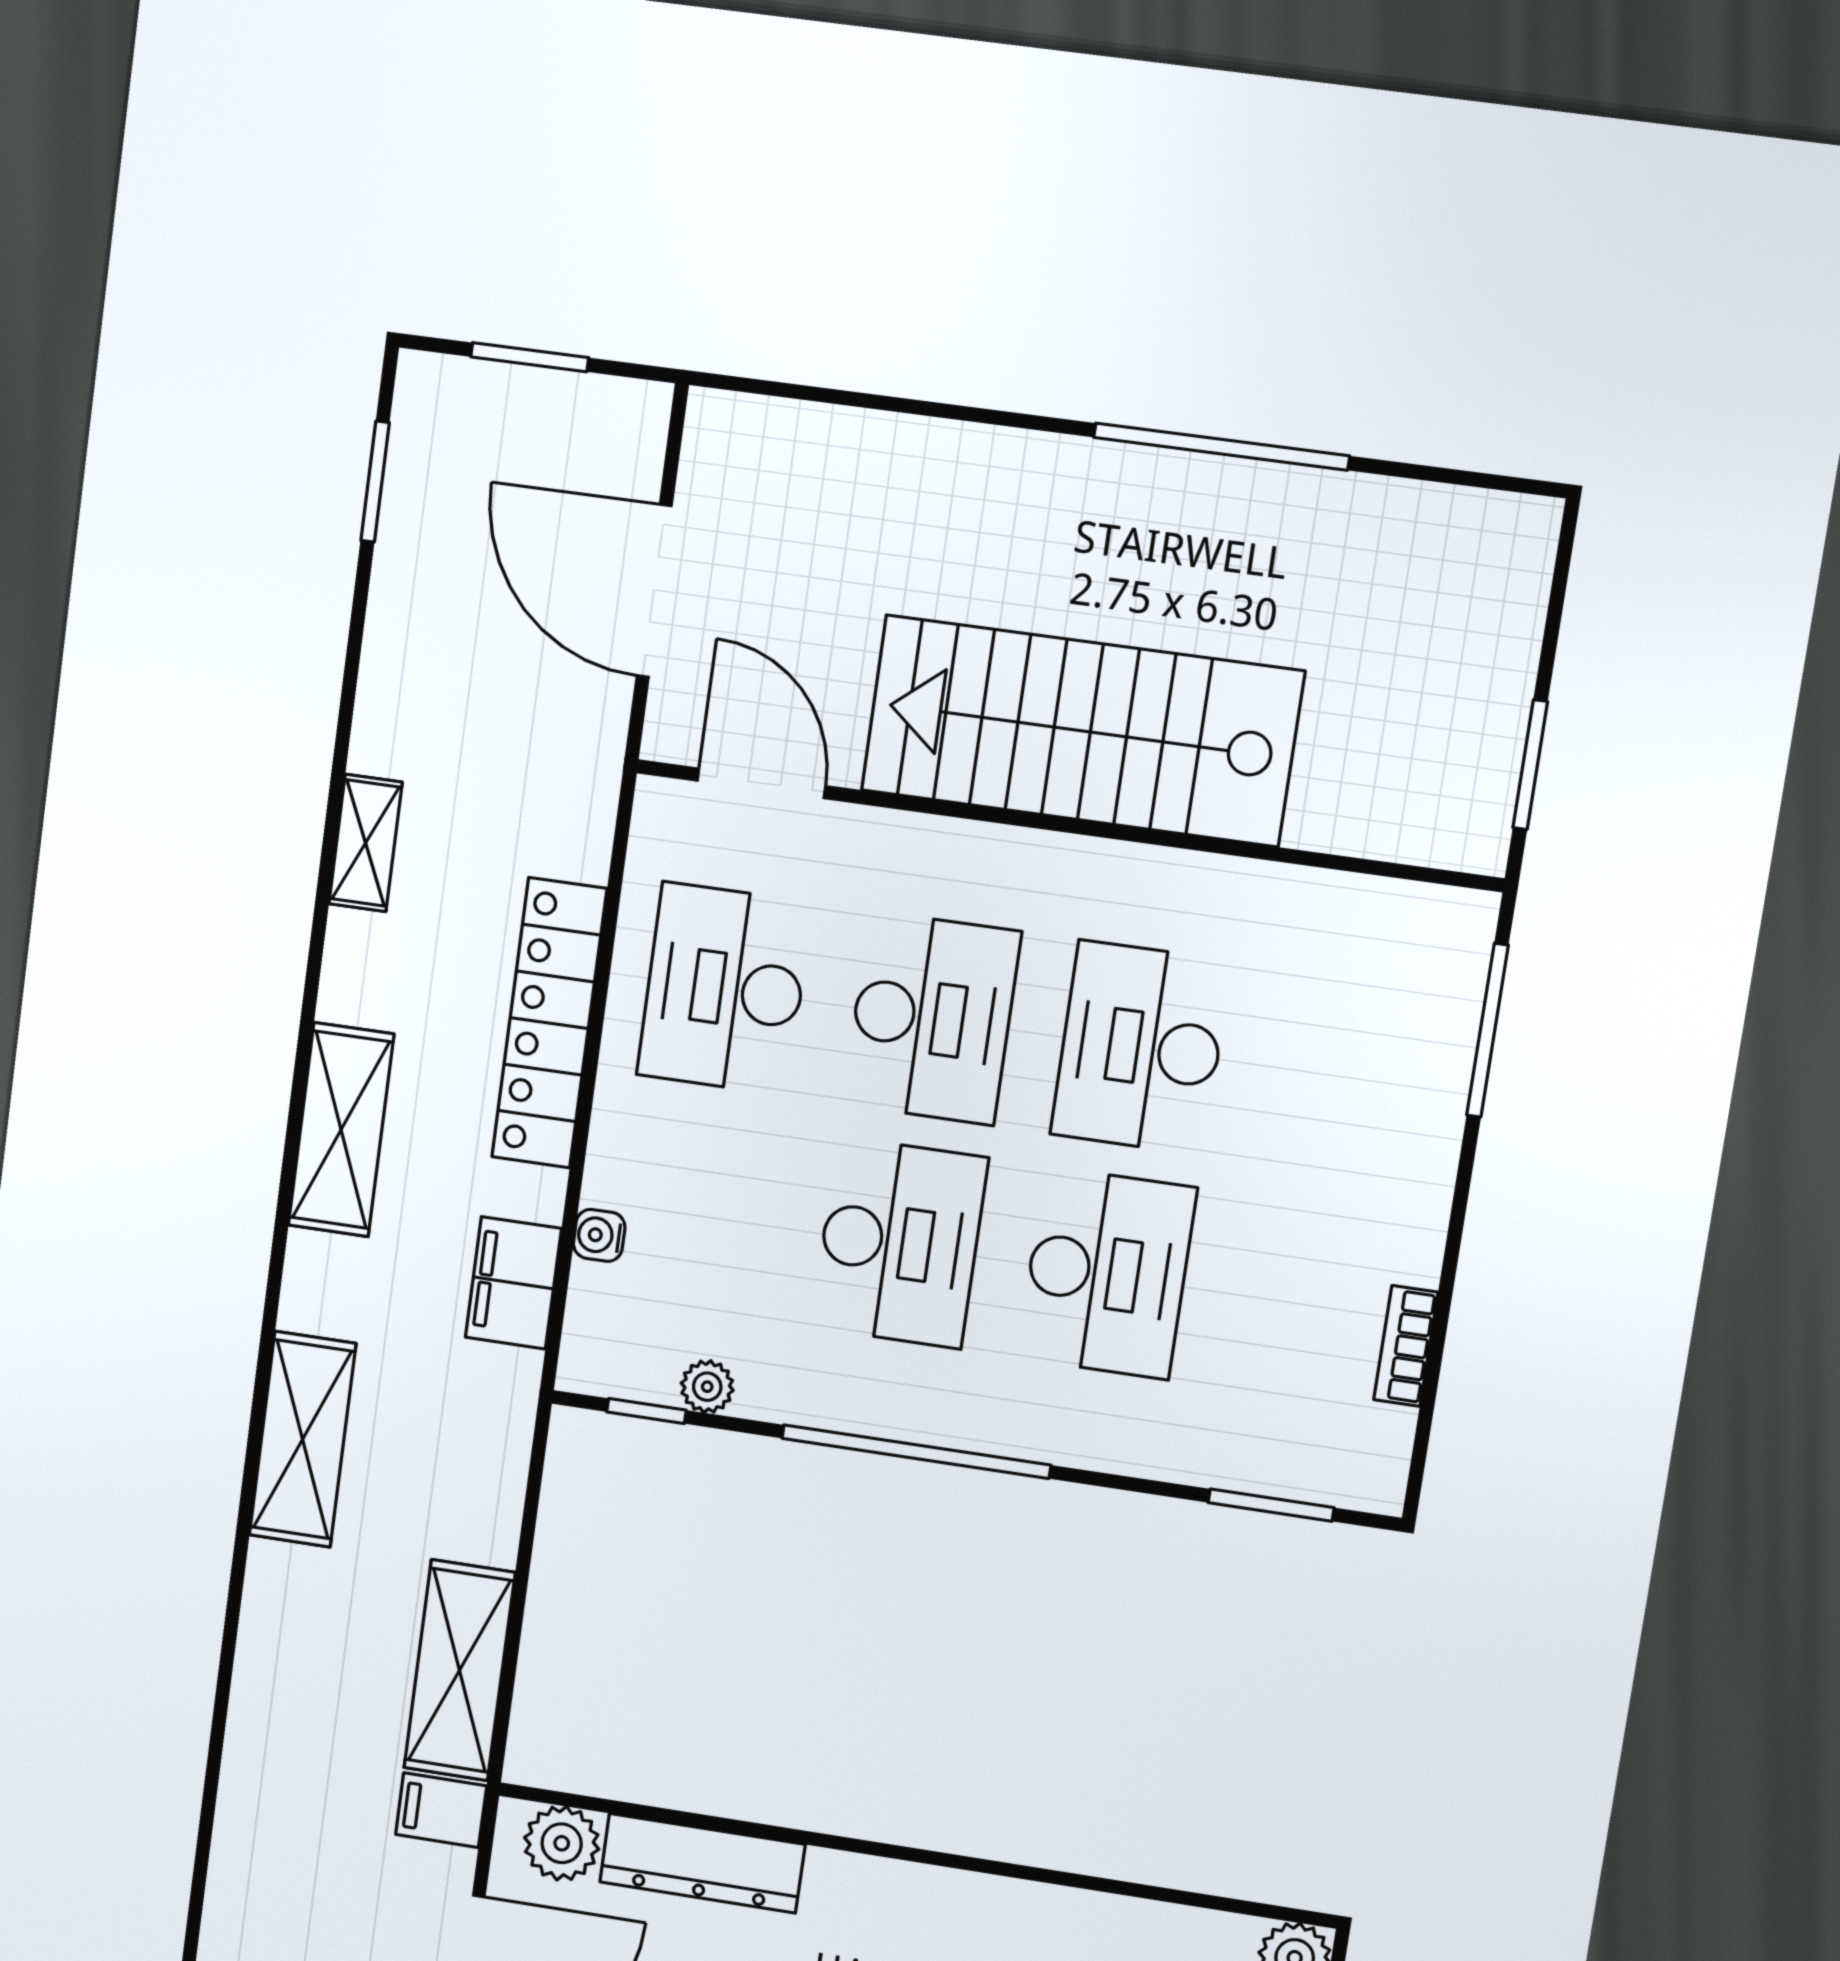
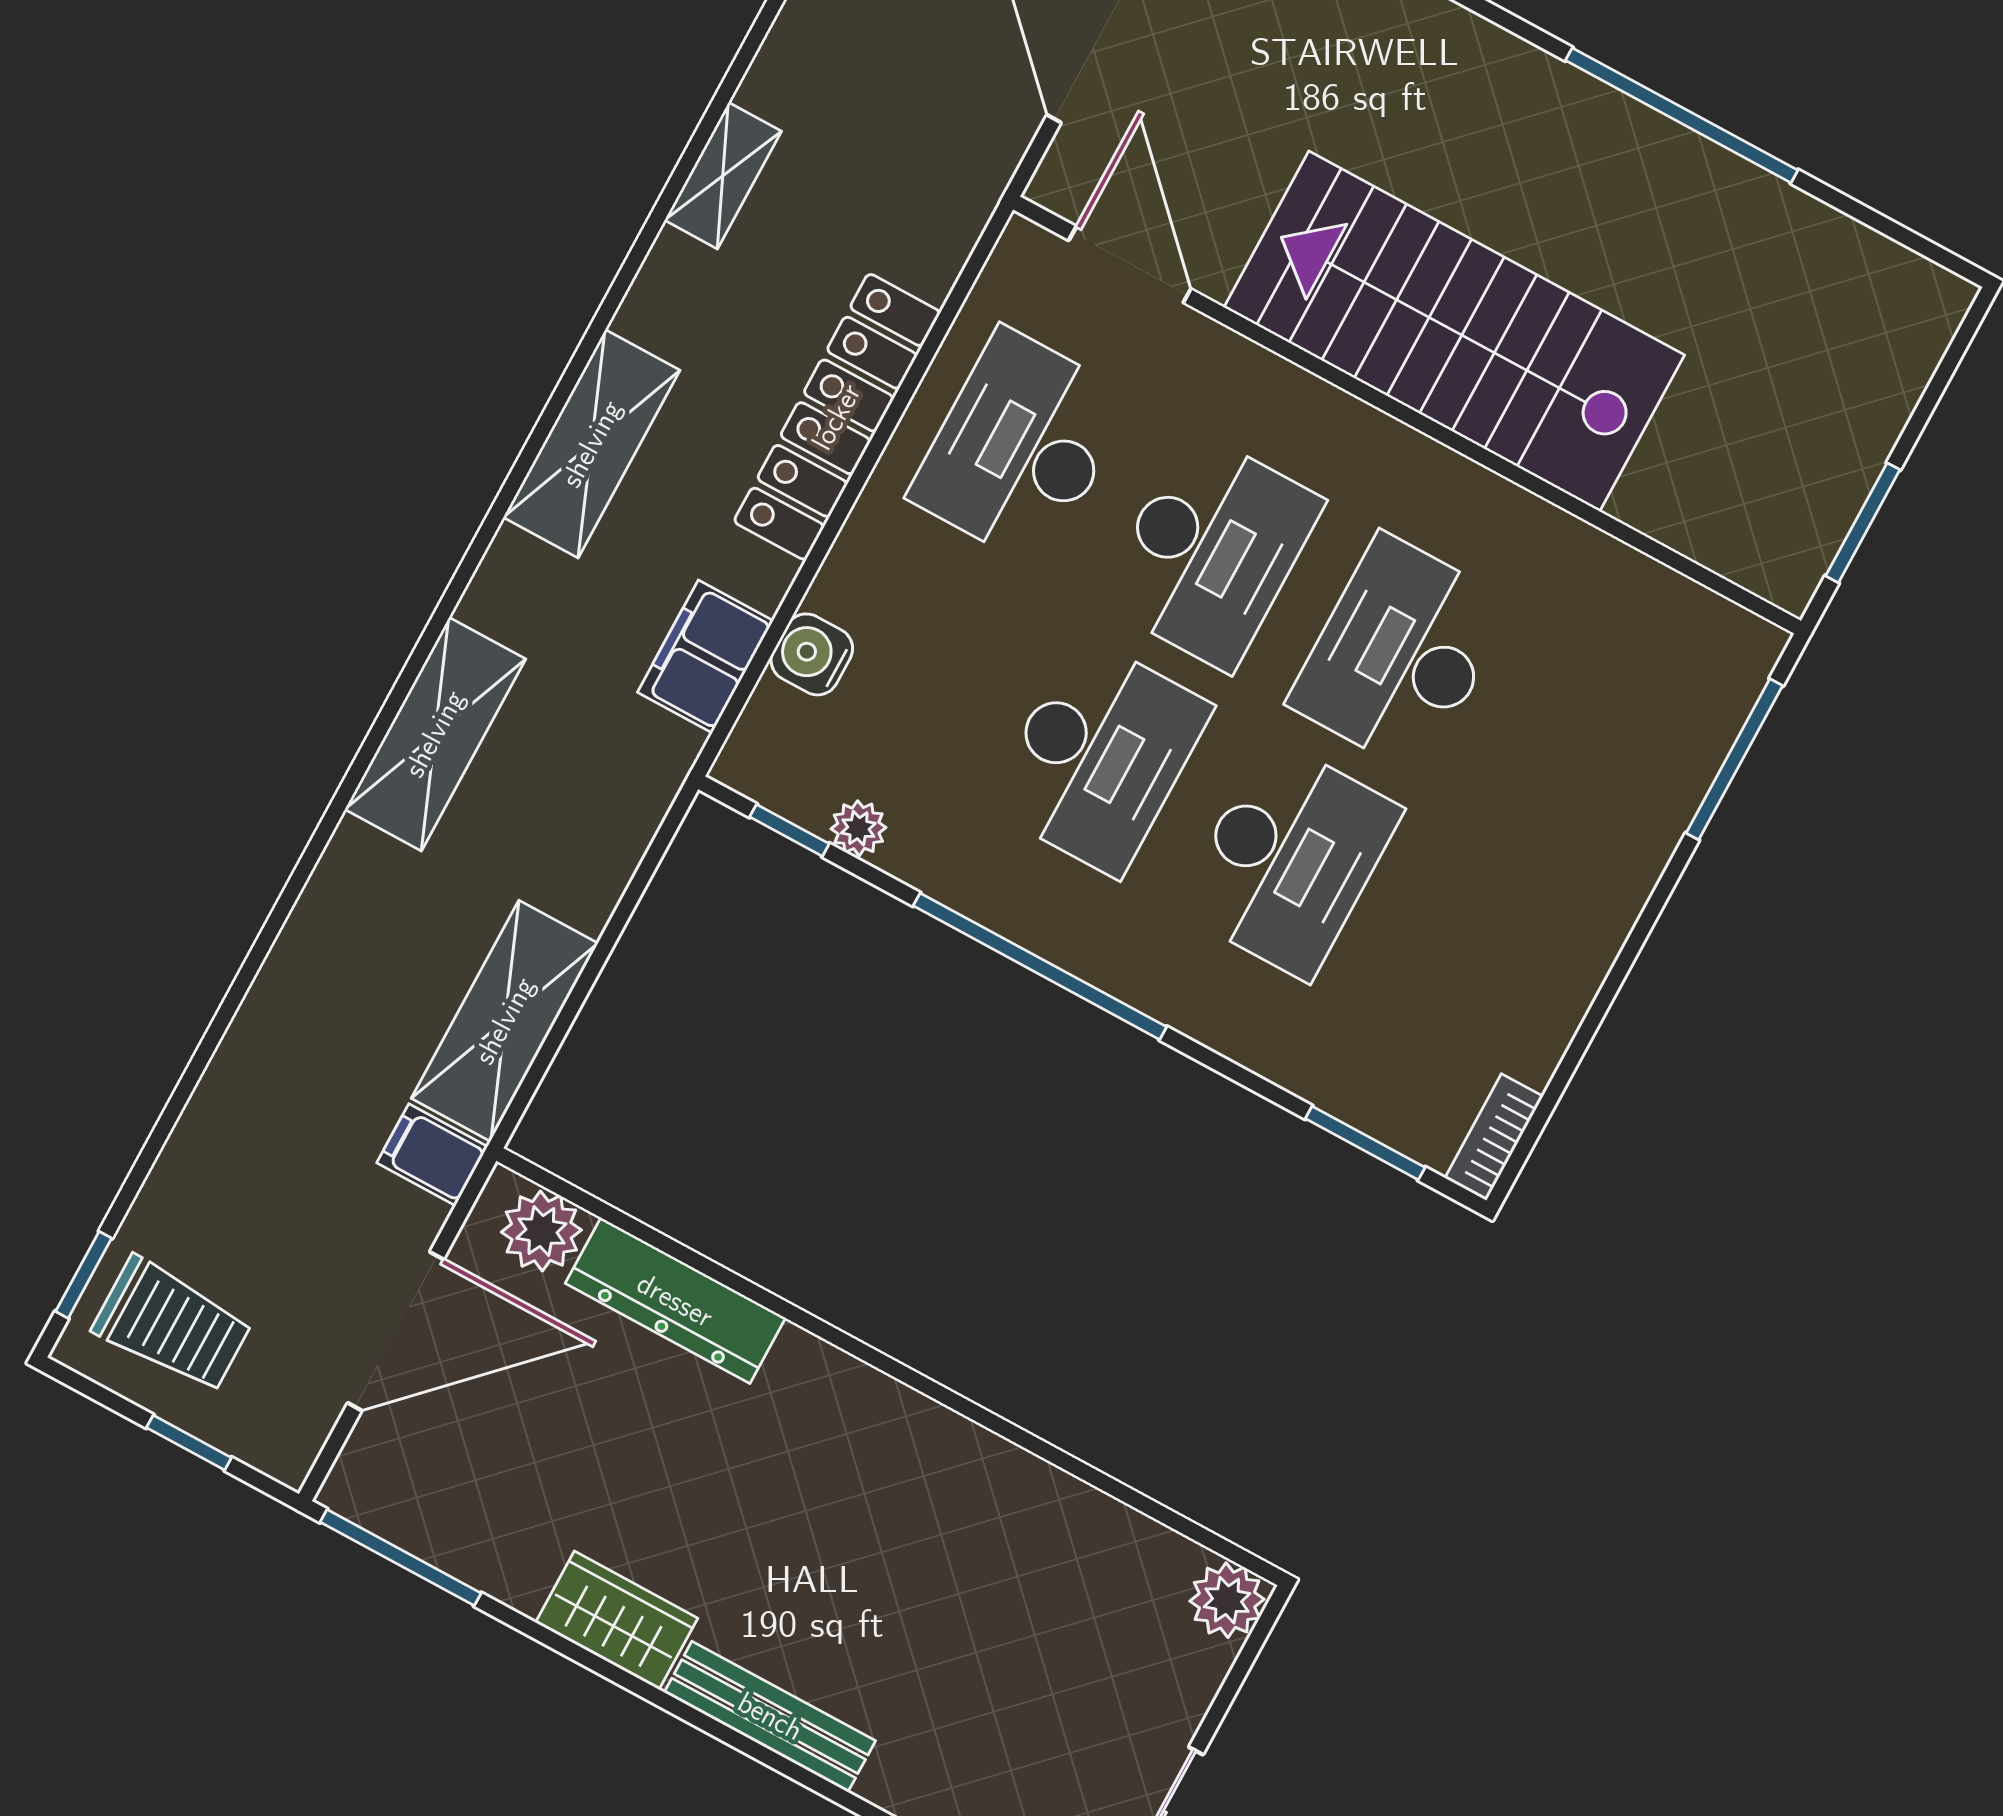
water cooler: (599, 1235) -> (812, 654), width x1.38, depth x1.38
bookcase: (1406, 1346) -> (1494, 1137), moved

